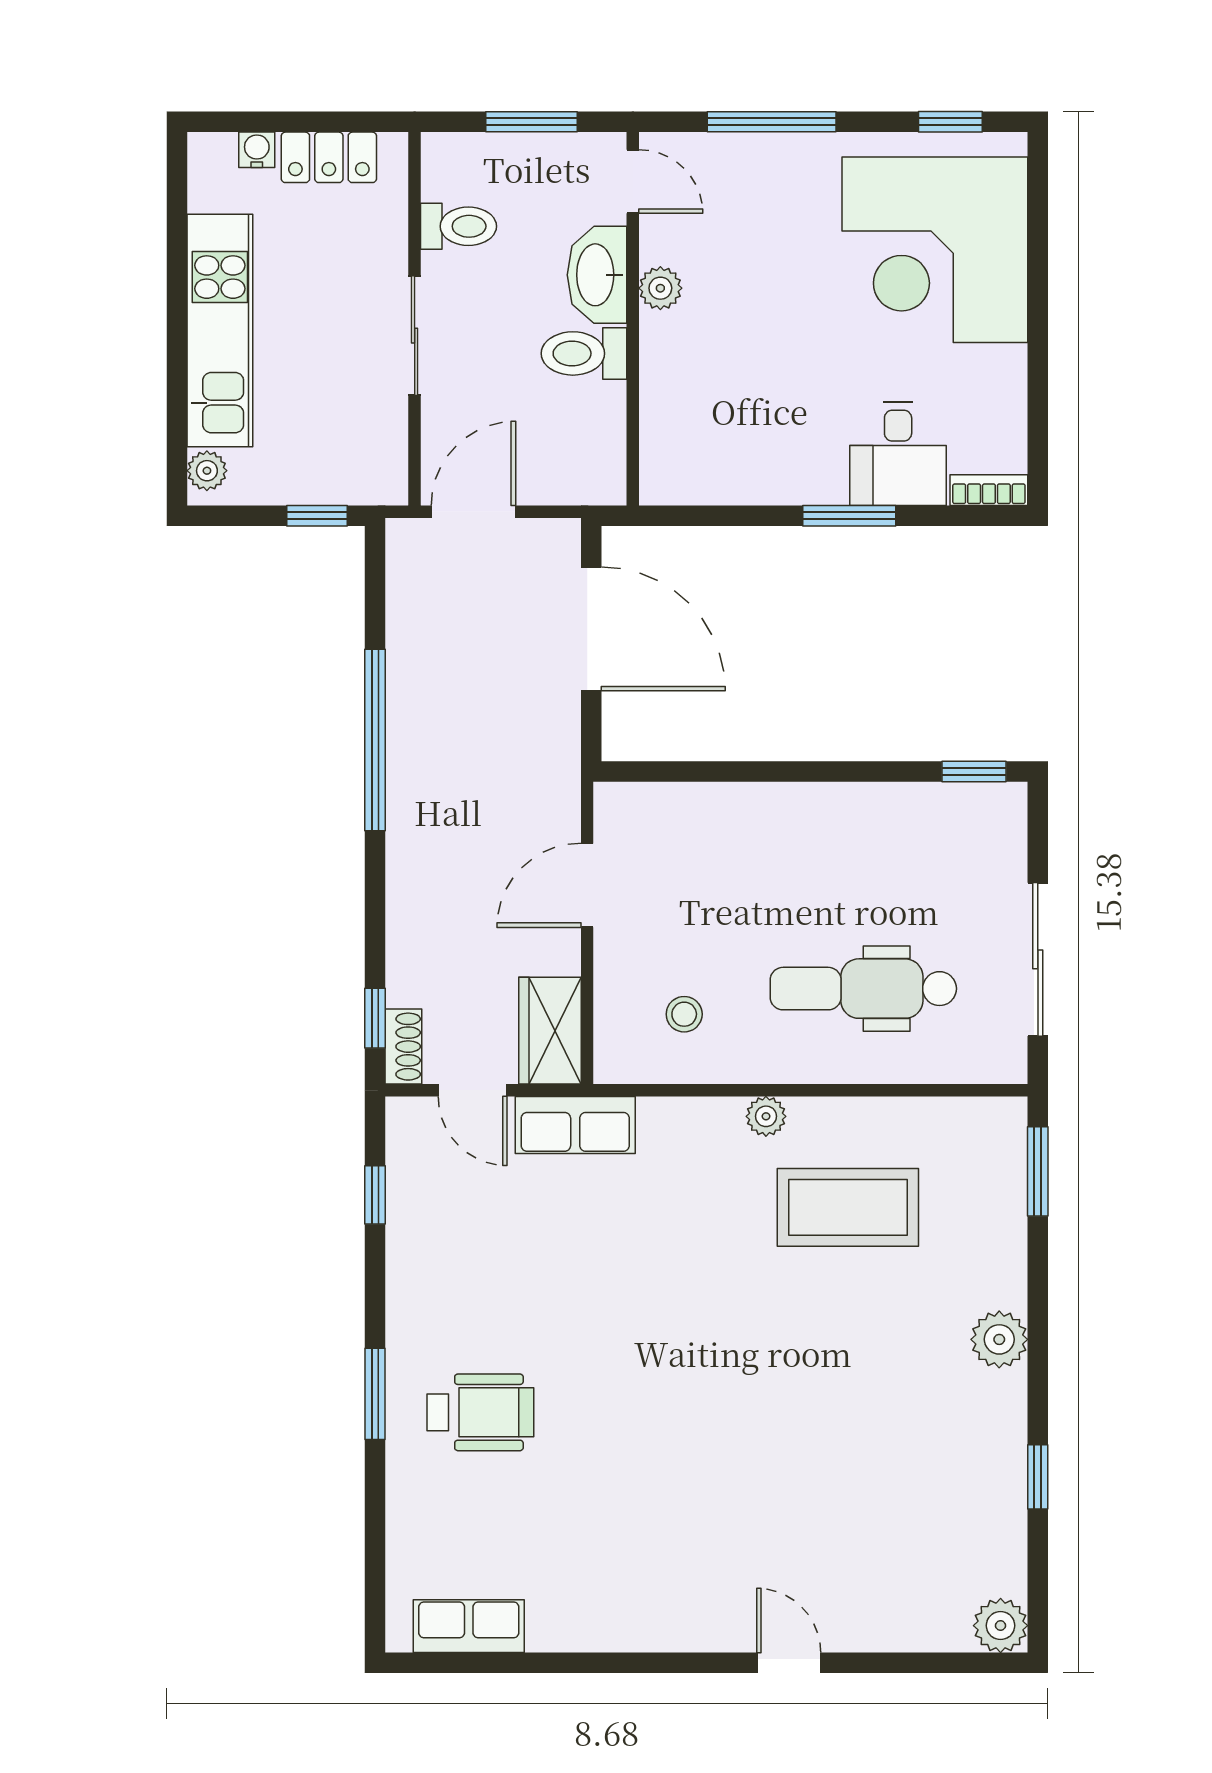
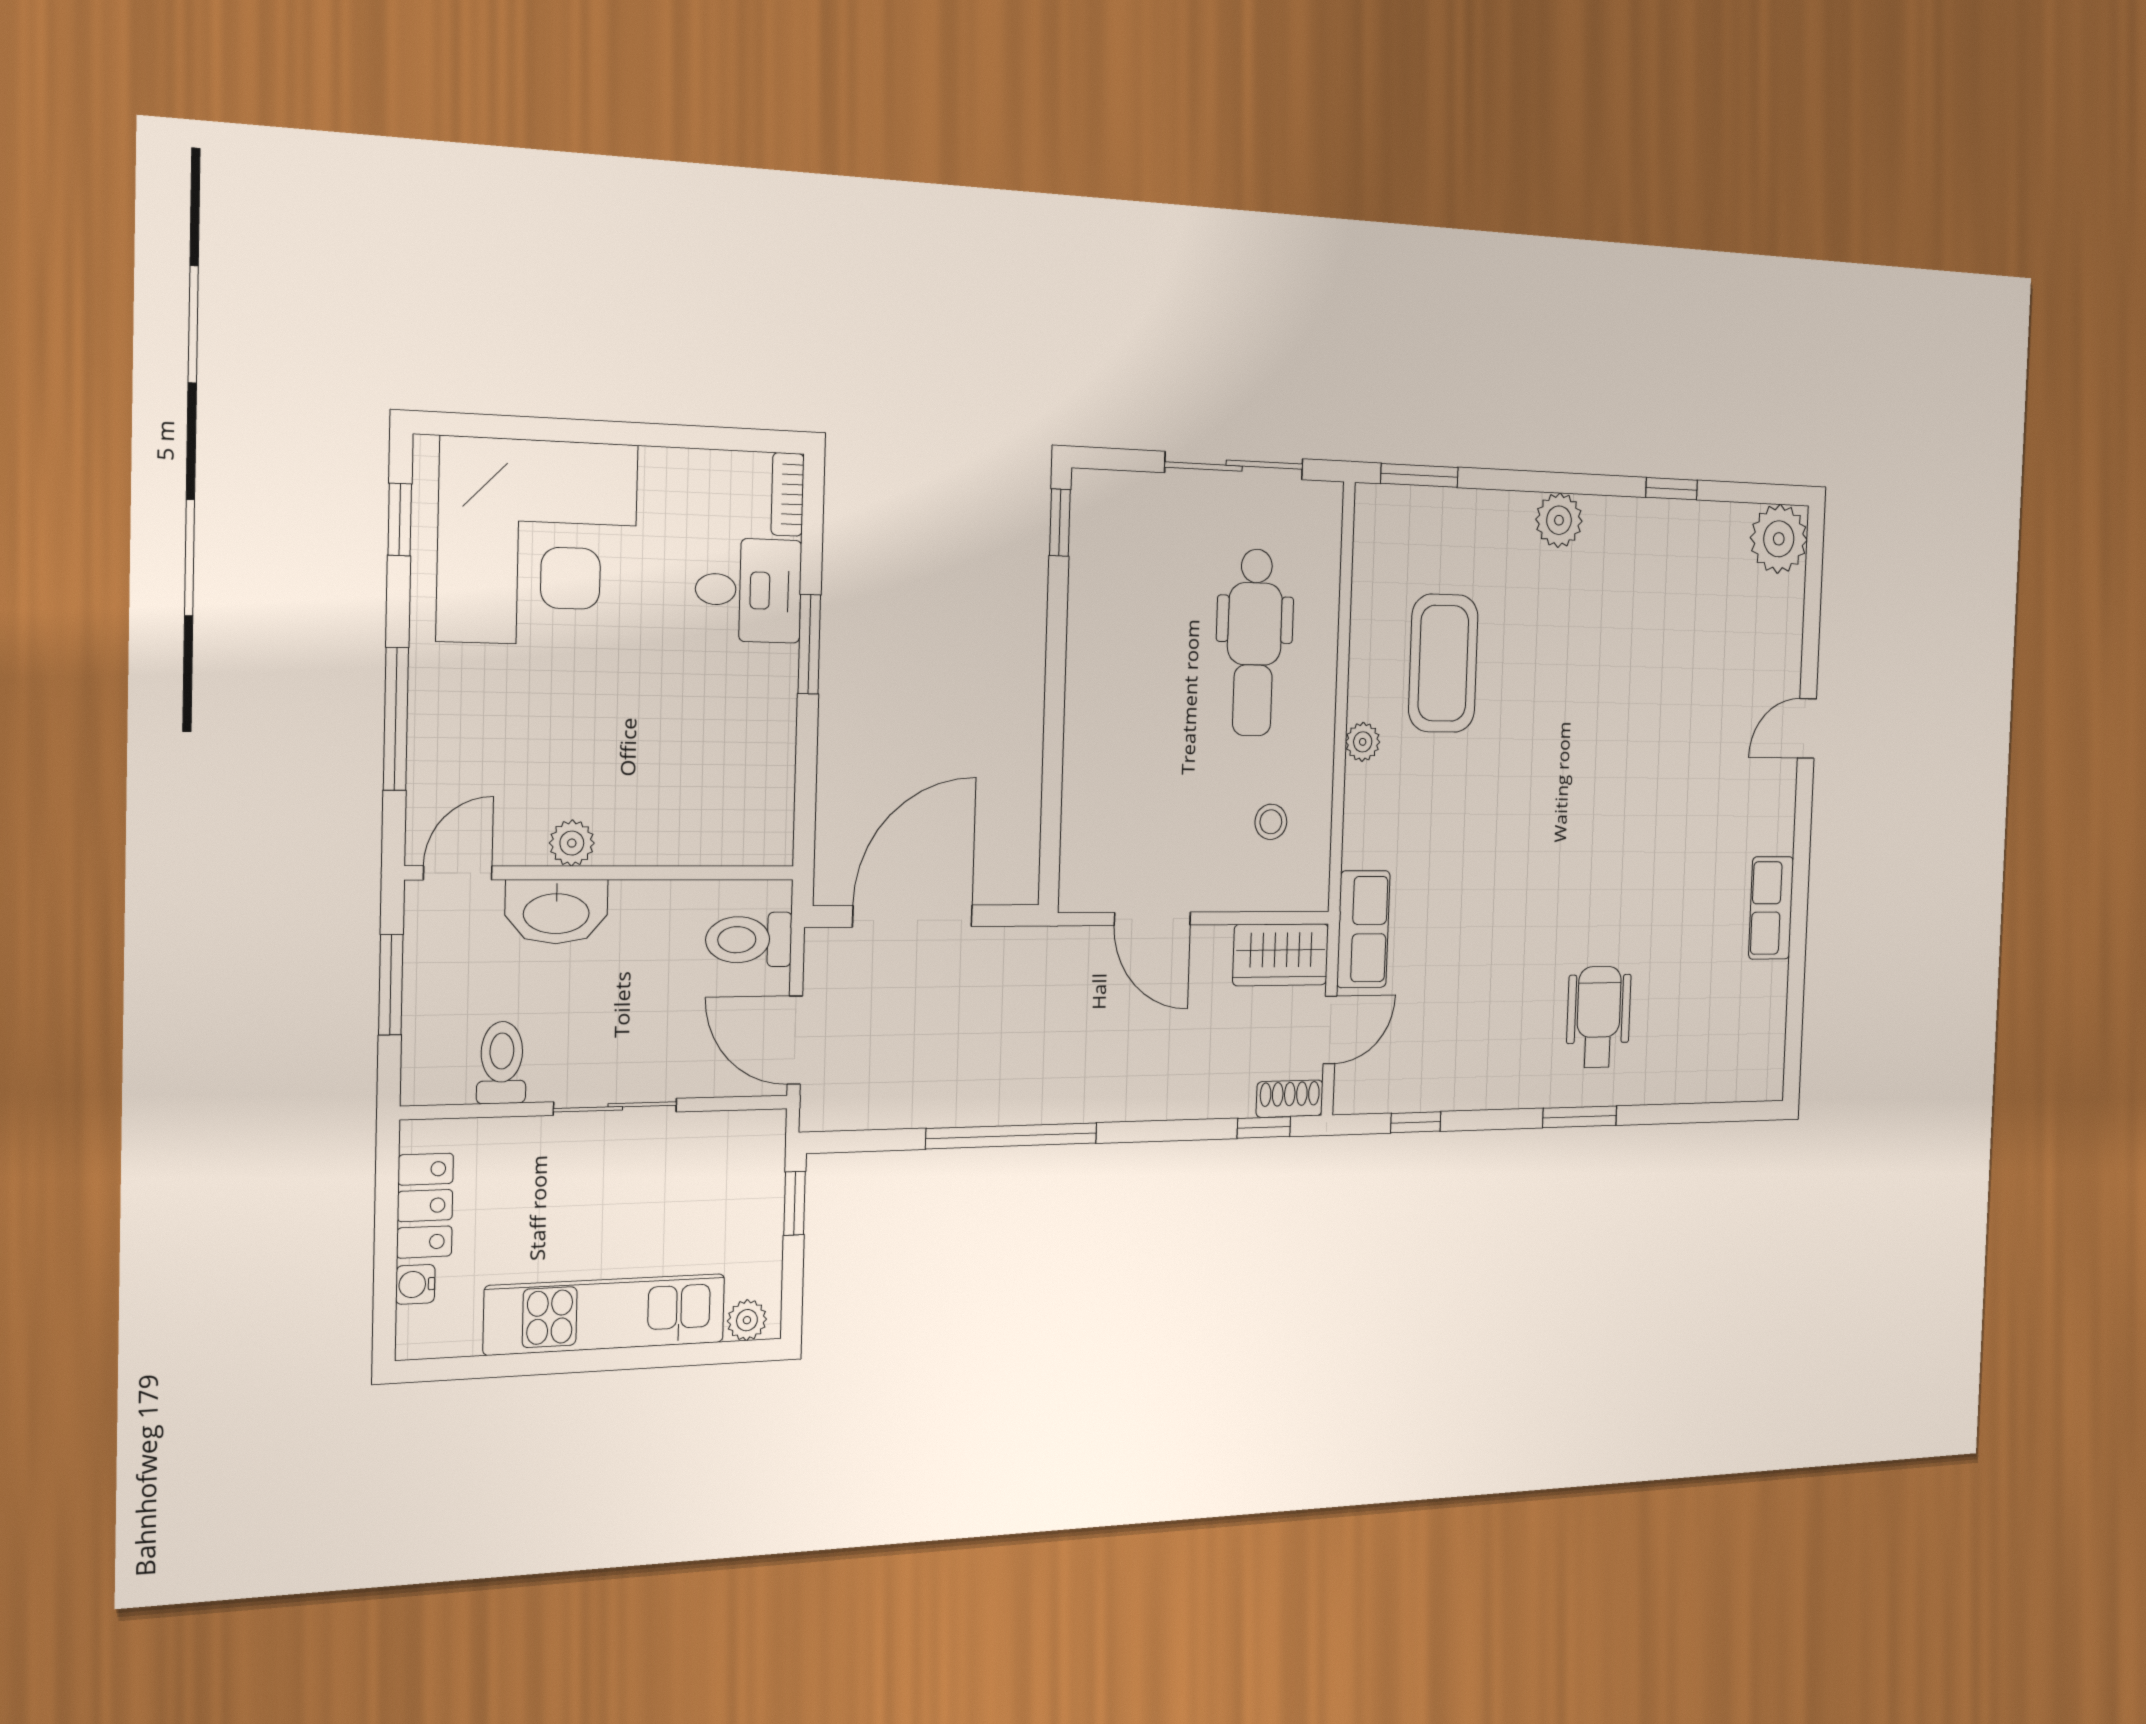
toilet: (584, 353) -> (749, 940), moved, turned 90
row of seats: (469, 1626) -> (1771, 908), moved
plant: (1001, 1626) -> (1779, 539), width x1.36, depth x1.36

